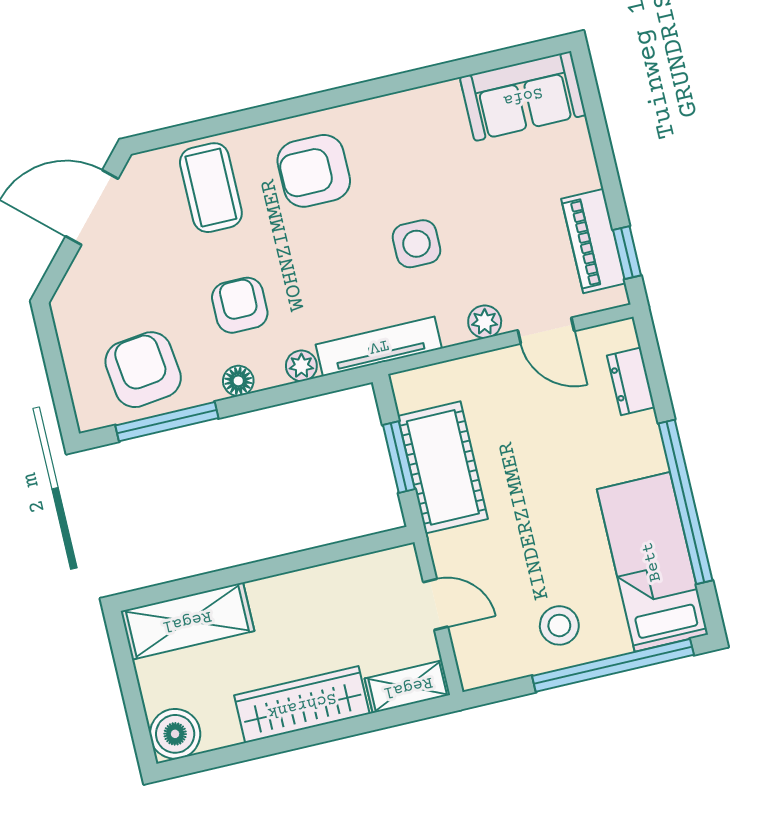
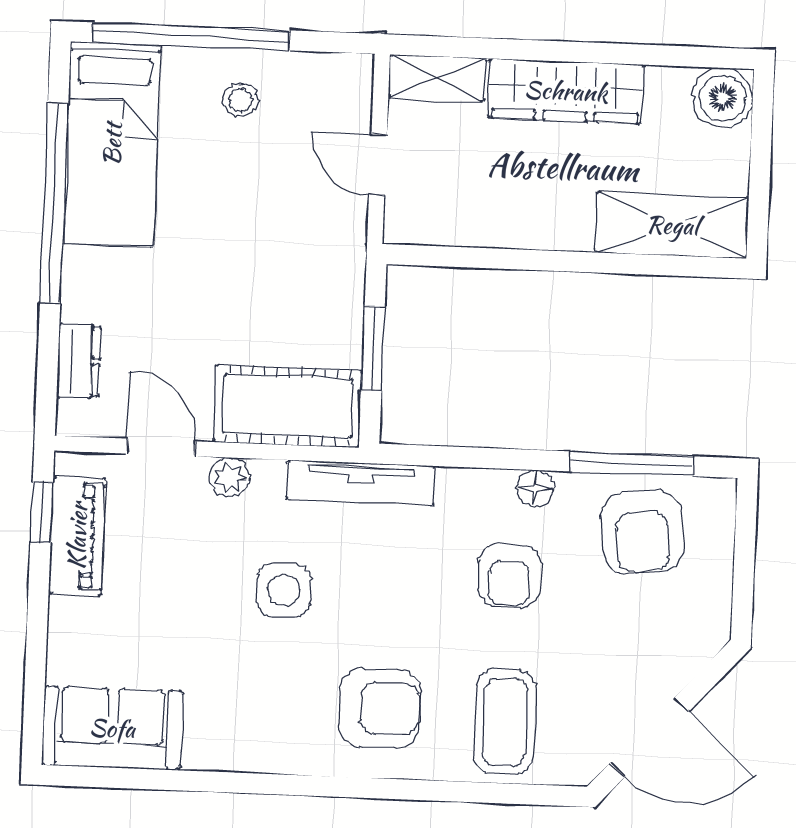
plant: (301, 366) -> (457, 485), removed
cot: (443, 467) -> (288, 406), moved, turned 90
stool: (559, 625) -> (241, 100), width x0.73, depth x0.73

